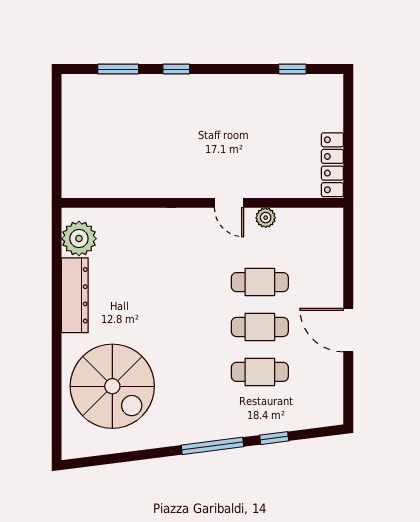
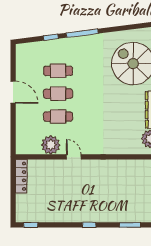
window: (176, 69) -> (89, 225), moved
window: (292, 69) -> (31, 225), moved
plant: (266, 218) -> (51, 145), width x1.88, depth x1.88

